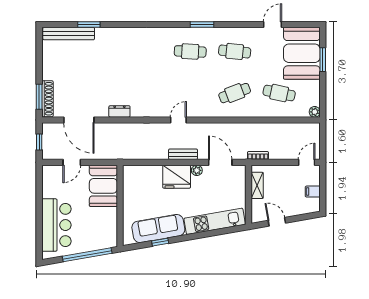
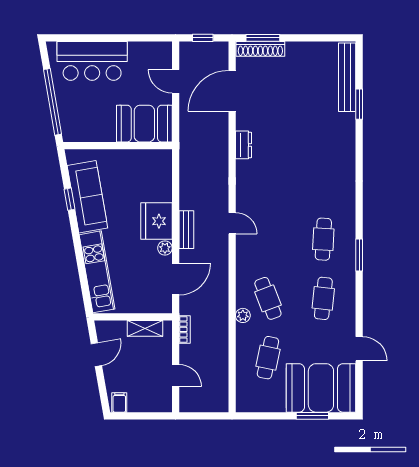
plant: (315, 112) -> (243, 315), moved
door: (307, 162) -> (176, 376), moved
filing cabinet: (313, 192) -> (119, 402), moved

